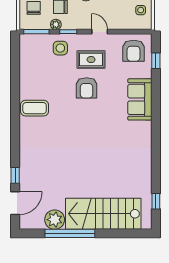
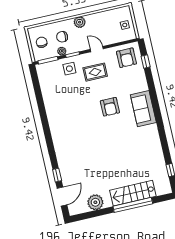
armchair: (87, 88) -> (110, 107), moved
sofa: (140, 99) -> (143, 109), moved
coffee table: (35, 108) -> (60, 120), removed
stairs: (103, 214) -> (133, 193), width x0.73, depth x0.66
window: (70, 233) -> (133, 205), moved

